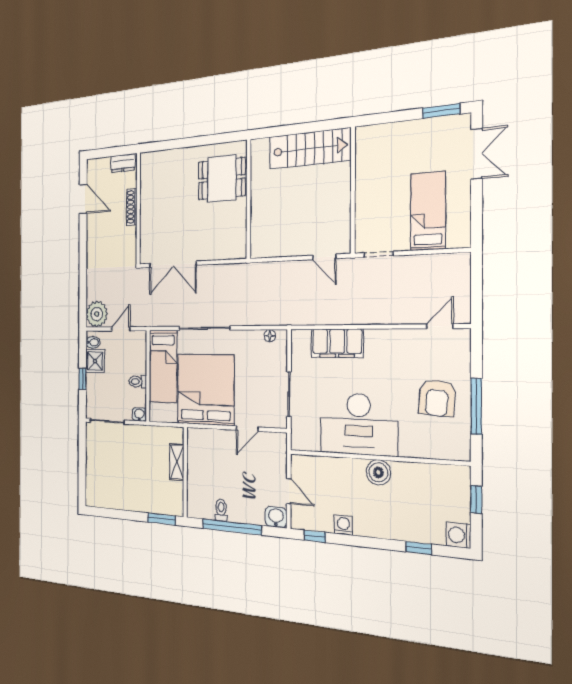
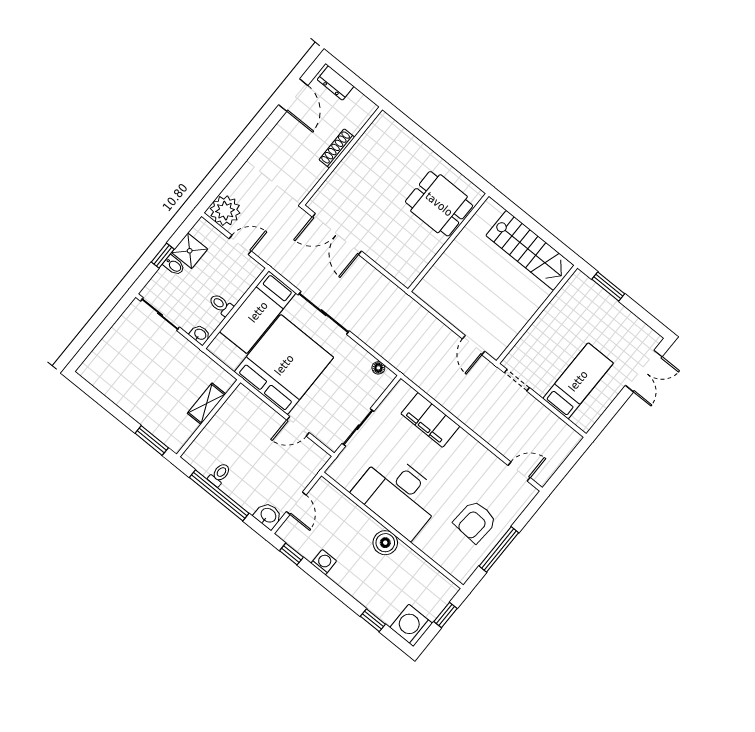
window: (441, 111) -> (608, 287), moved
dresser: (123, 163) -> (335, 83), moved
bidet: (93, 342) -> (174, 265), moved
washing machine: (458, 535) -> (411, 625), width x1.37, depth x1.37

